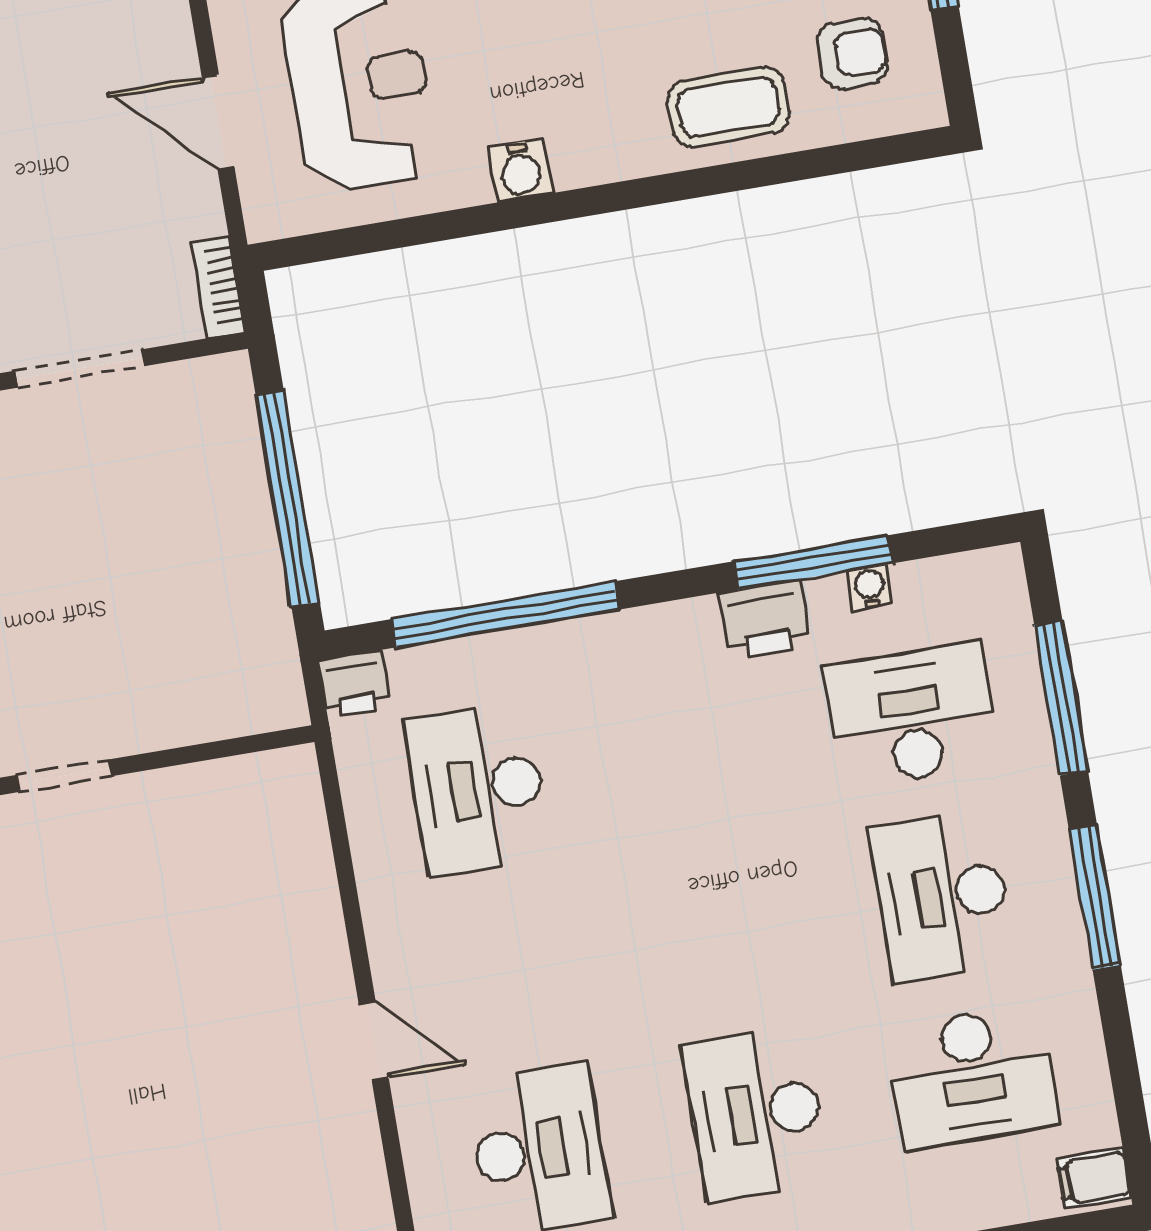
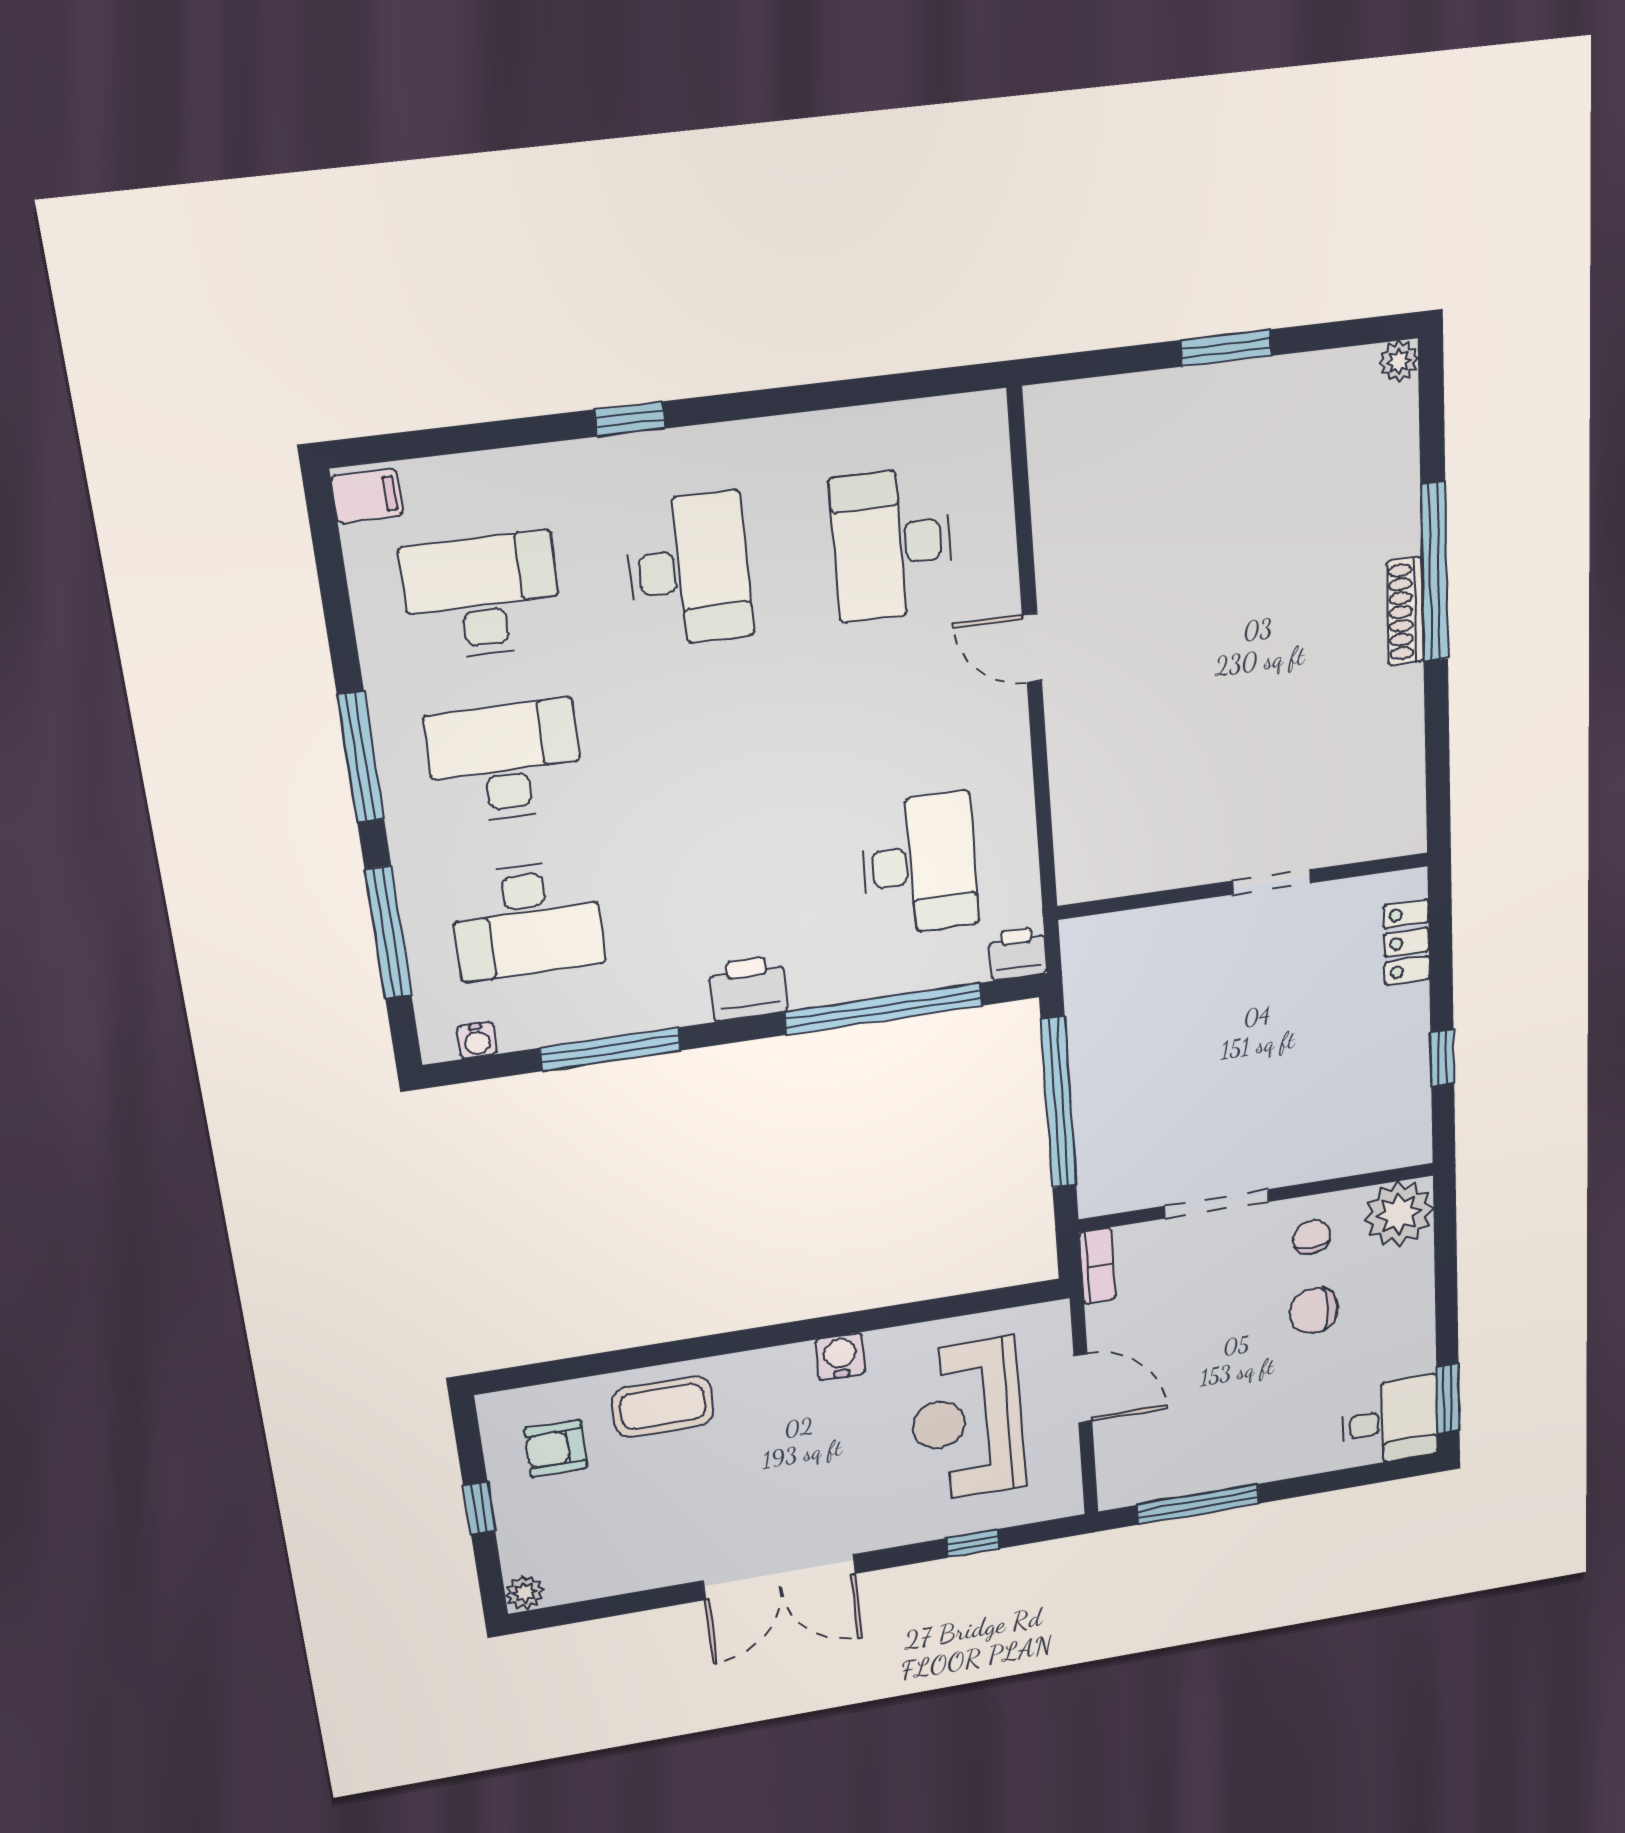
water cooler: (870, 587) -> (477, 1040), moved
printer: (765, 620) -> (748, 988), moved
desk: (942, 896) -> (505, 762), turned -90

